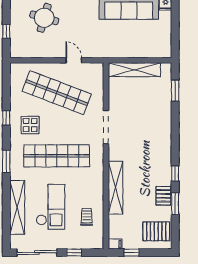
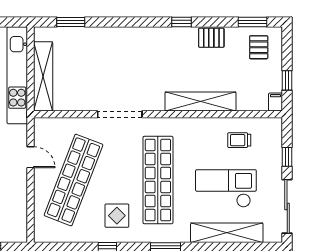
kitchen unit: (135, 50) -> (17, 75), added
door: (74, 60) -> (30, 157), swing flipped
window: (175, 204) -> (252, 22), moved
pallet: (156, 231) -> (259, 47), width x0.67, depth x0.71

